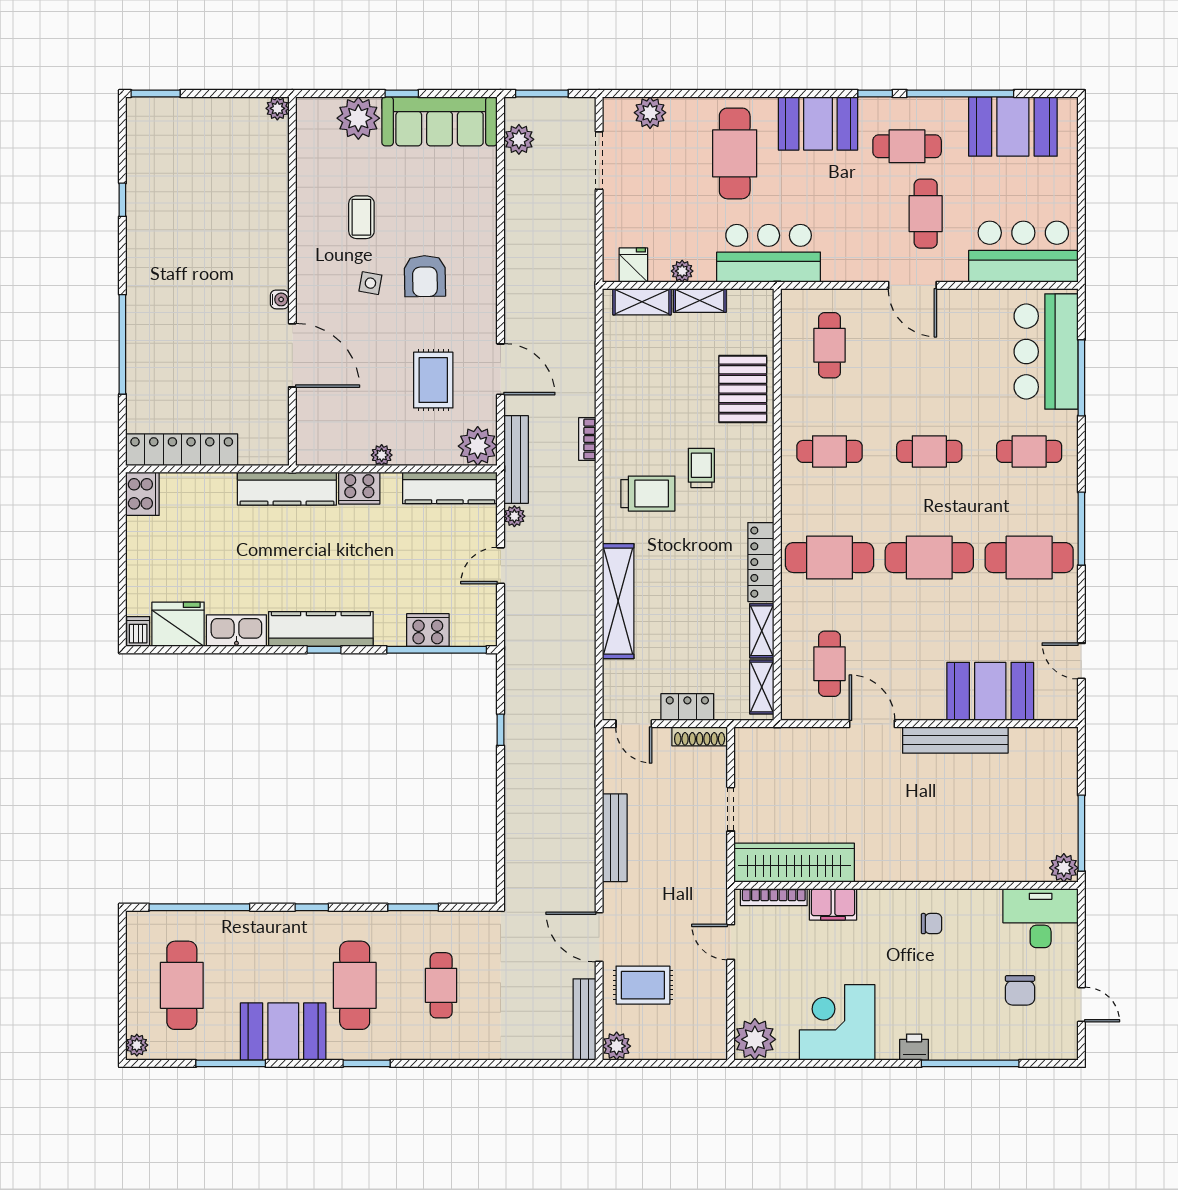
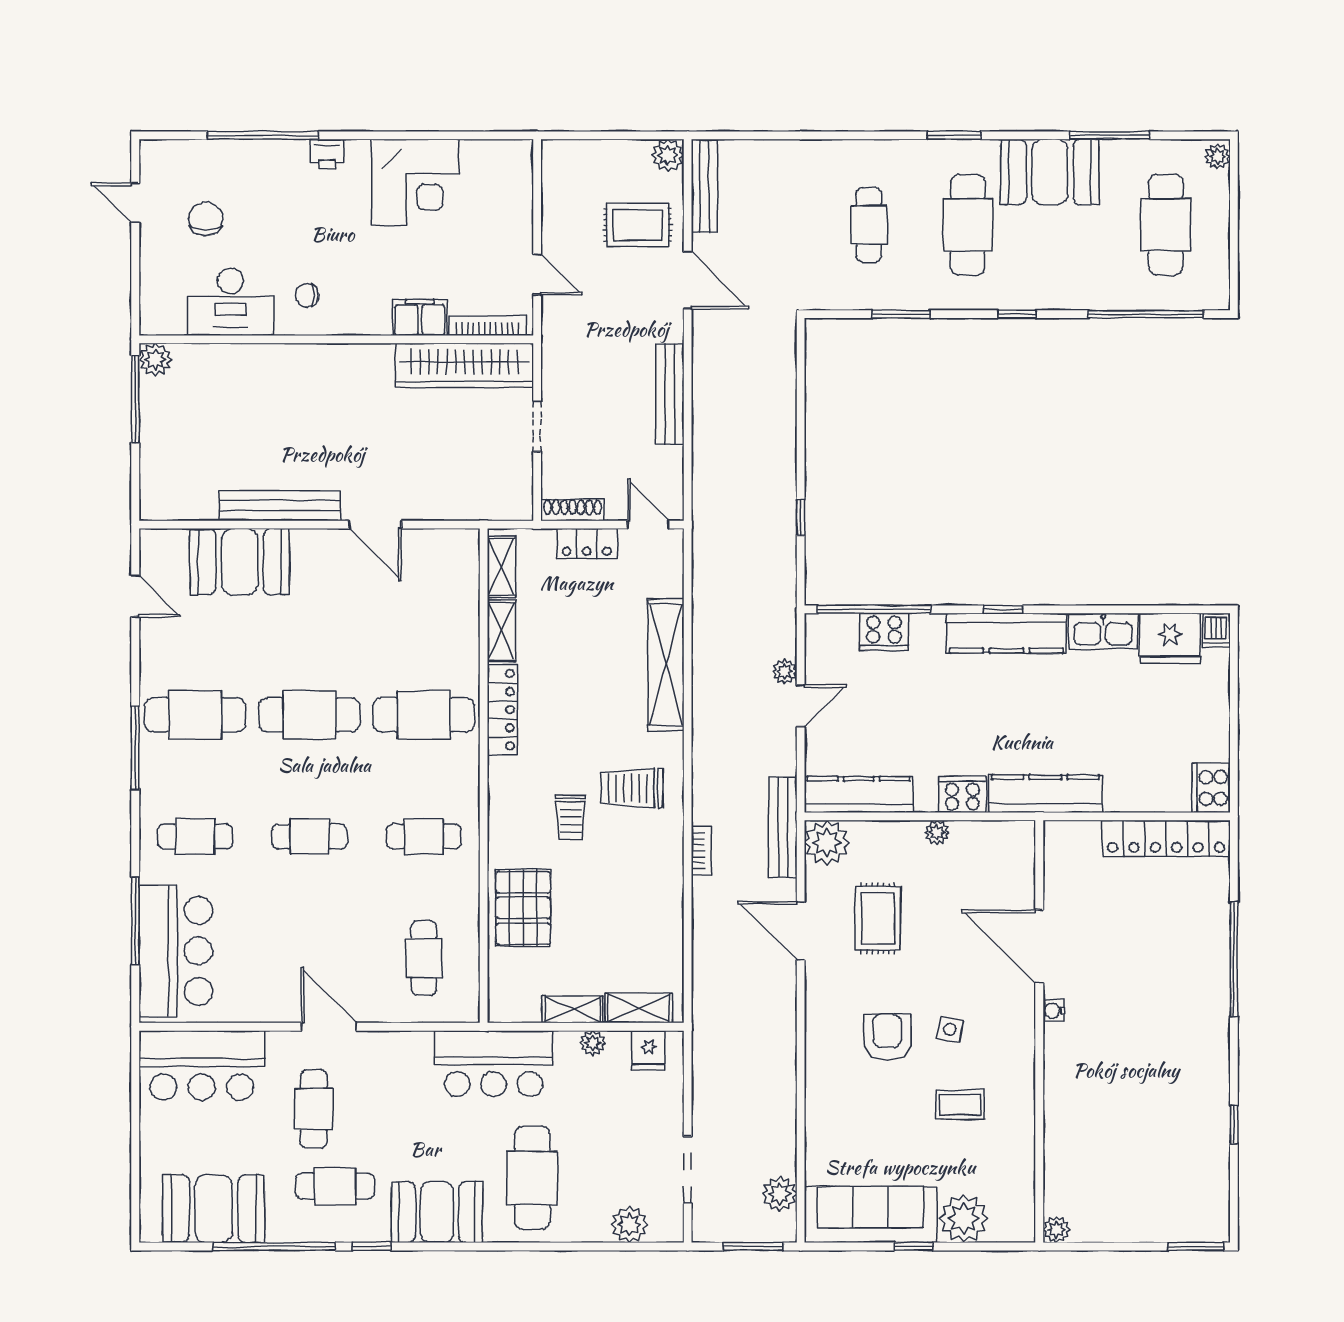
coffee table: (361, 217) -> (960, 1105), turned 90
plant: (514, 516) -> (785, 671), moved
cafe table: (829, 664) -> (424, 593), removed
desk: (1041, 918) -> (230, 302), moved
plant: (755, 1039) -> (509, 163), removed

